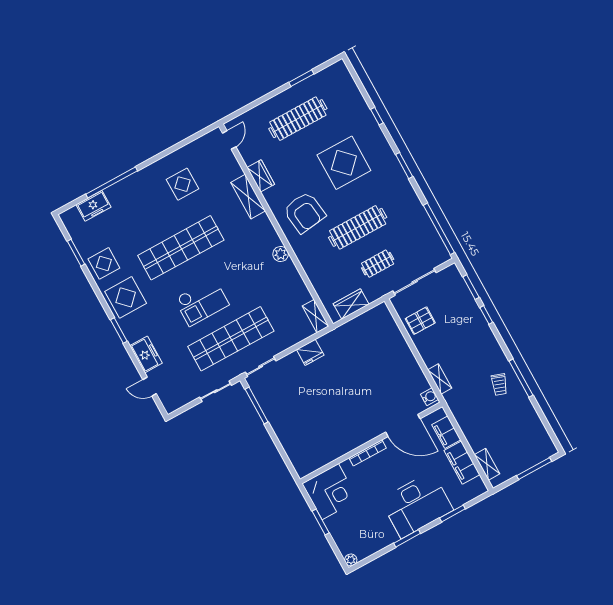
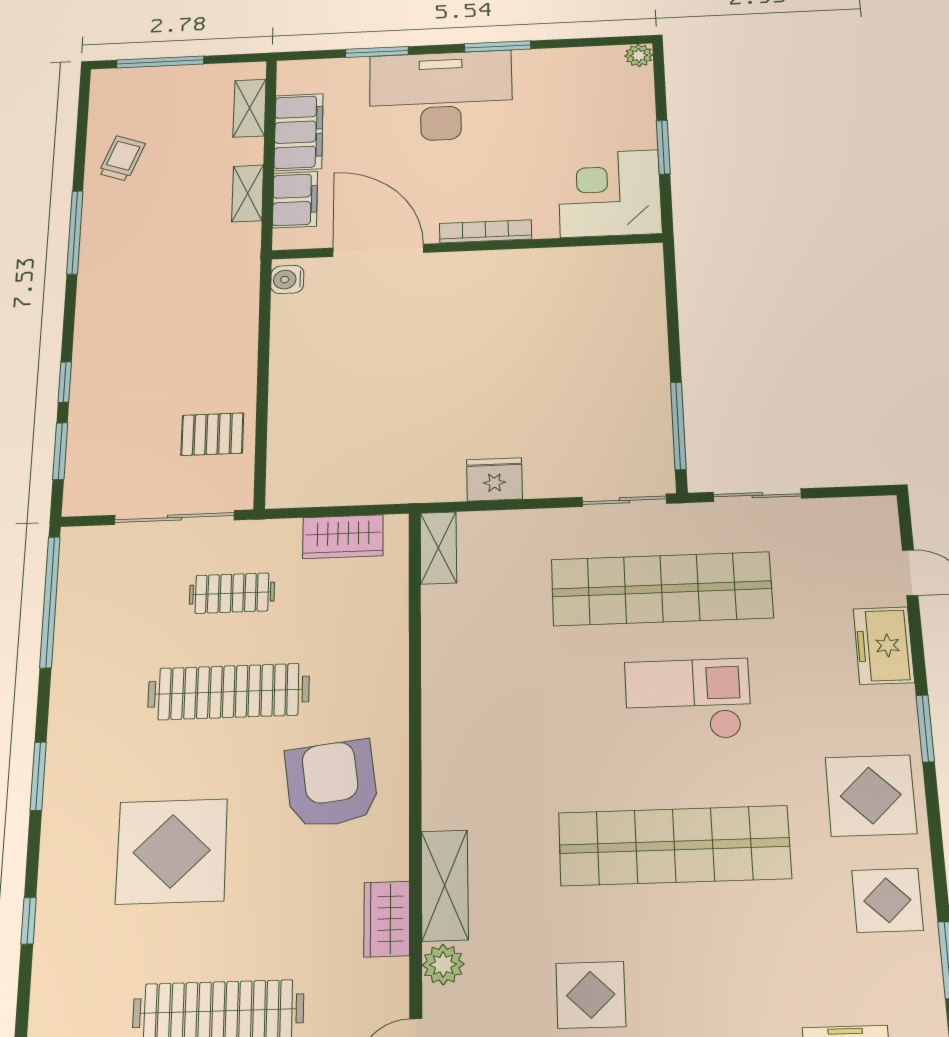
plant: (281, 254) -> (443, 965), moved
shelving: (440, 379) -> (248, 193), moved
trolley: (499, 384) -> (122, 158), moved

